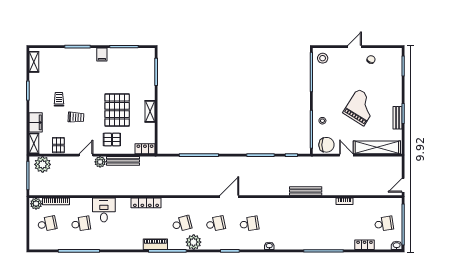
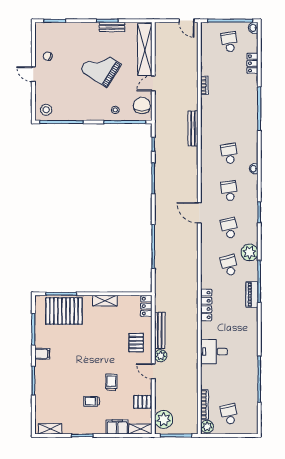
pallet: (117, 110) -> (64, 311), moved
school desk: (81, 224) -> (229, 154), moved

